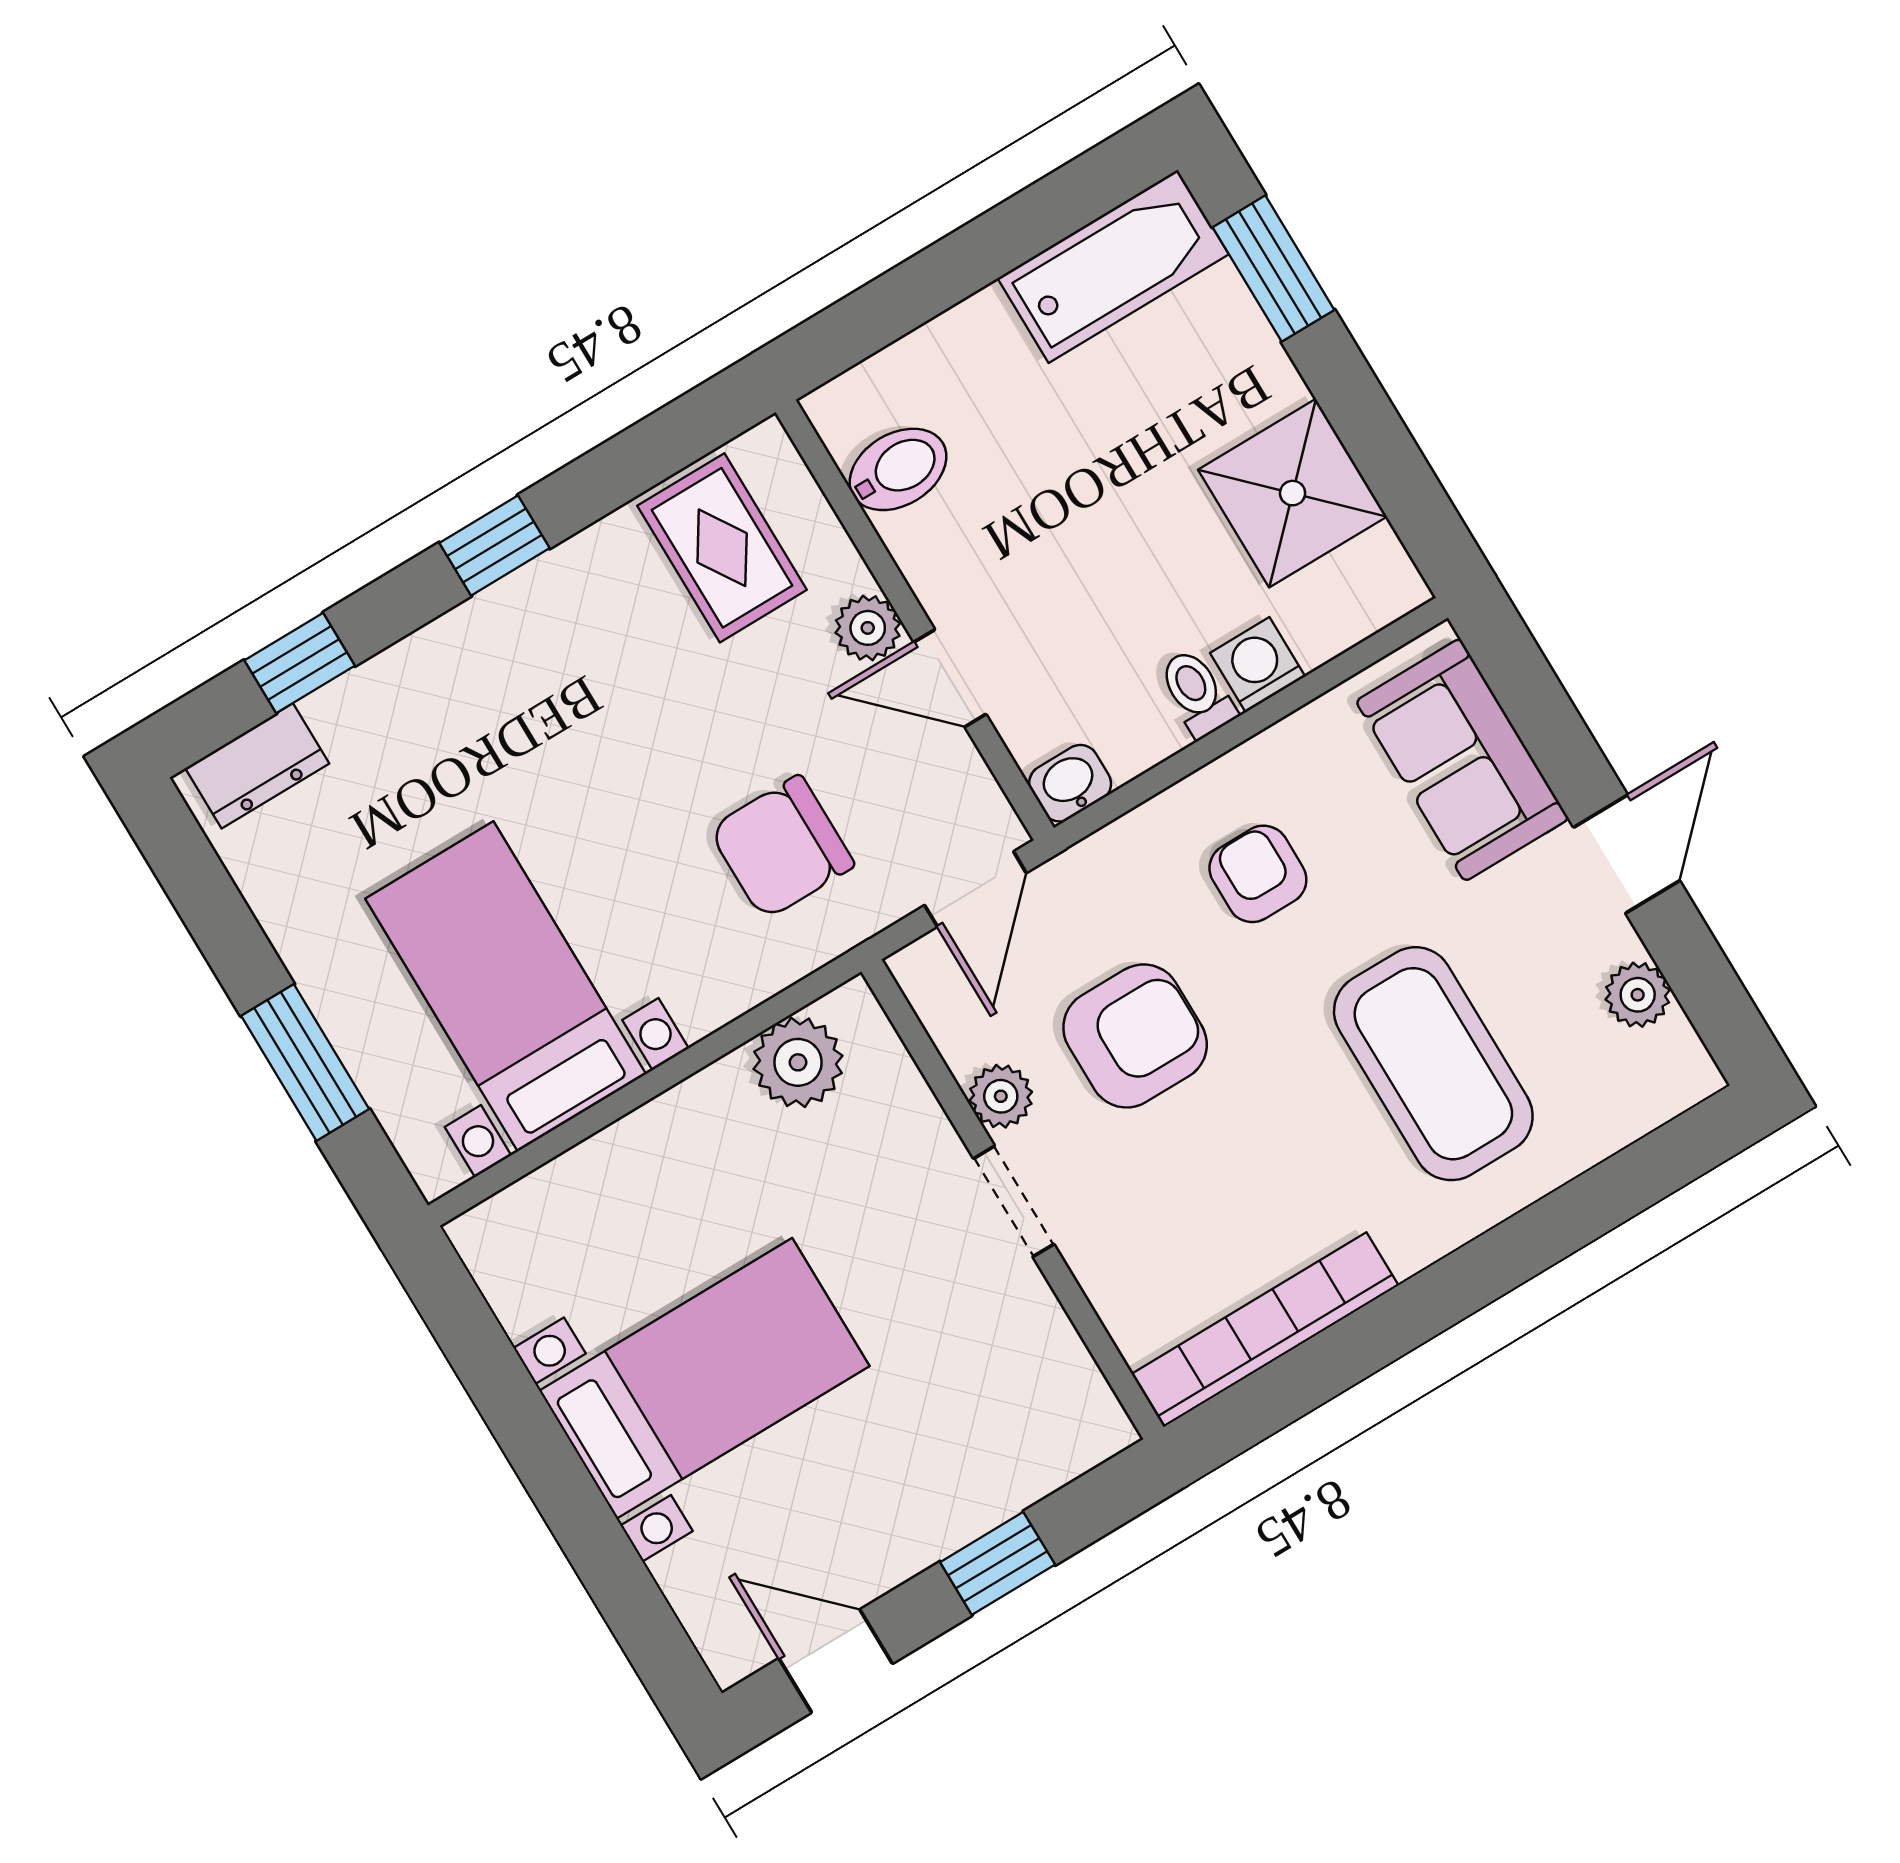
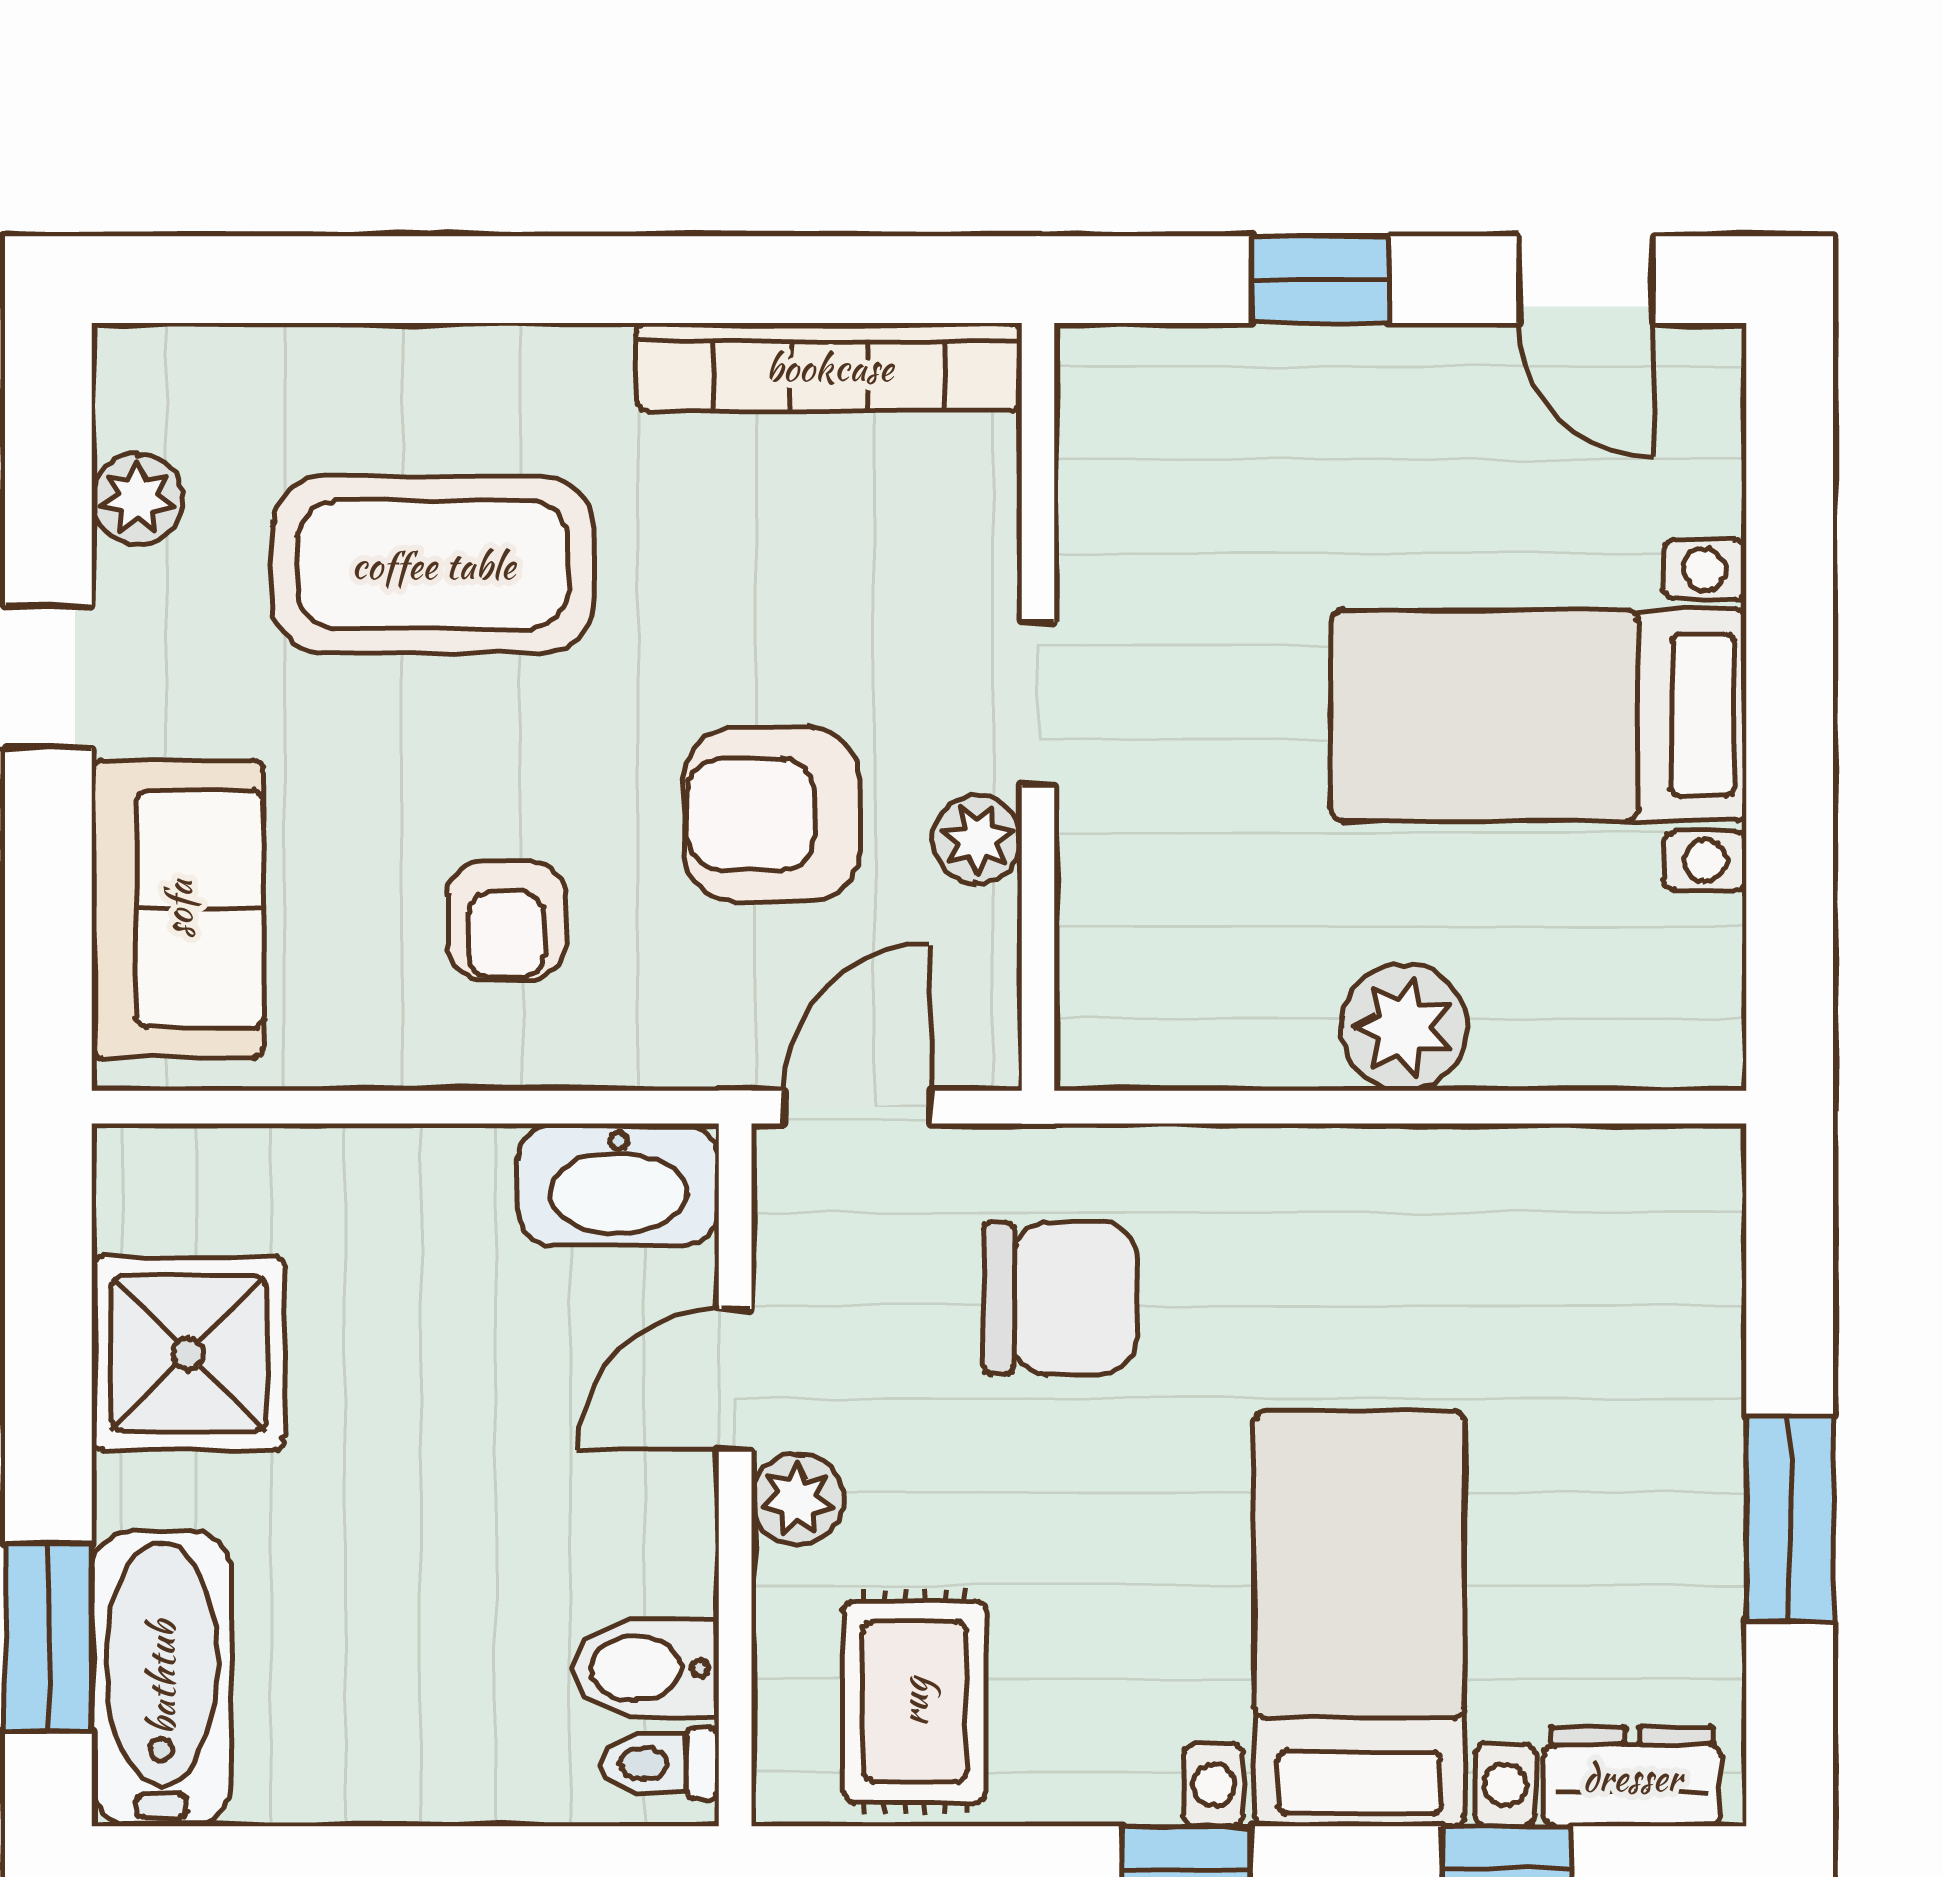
bathtub: (1113, 266) -> (161, 1678), moved, turned 90
washing machine: (1258, 665) -> (355, 1172), removed
door: (950, 678) -> (735, 1379), swing flipped
toilet: (1197, 693) -> (660, 1763), moved, turned 90
washbasin: (1070, 783) -> (619, 1185), width x1.91, depth x1.45
bed with nightstands: (506, 986) -> (1359, 1619), moved, turned 180
window: (305, 1062) -> (1790, 1519), moved
plant: (798, 1062) -> (1404, 1027), moved
coffee table: (1433, 1064) -> (433, 565), turned 90

